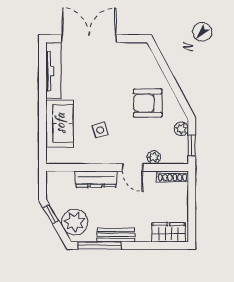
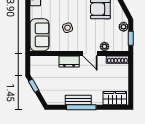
sofa: (60, 123) -> (40, 35), moved
dresser: (96, 179) -> (69, 61), width x0.70
plant: (75, 222) -> (50, 91), removed
window: (100, 245) -> (81, 107), moved

